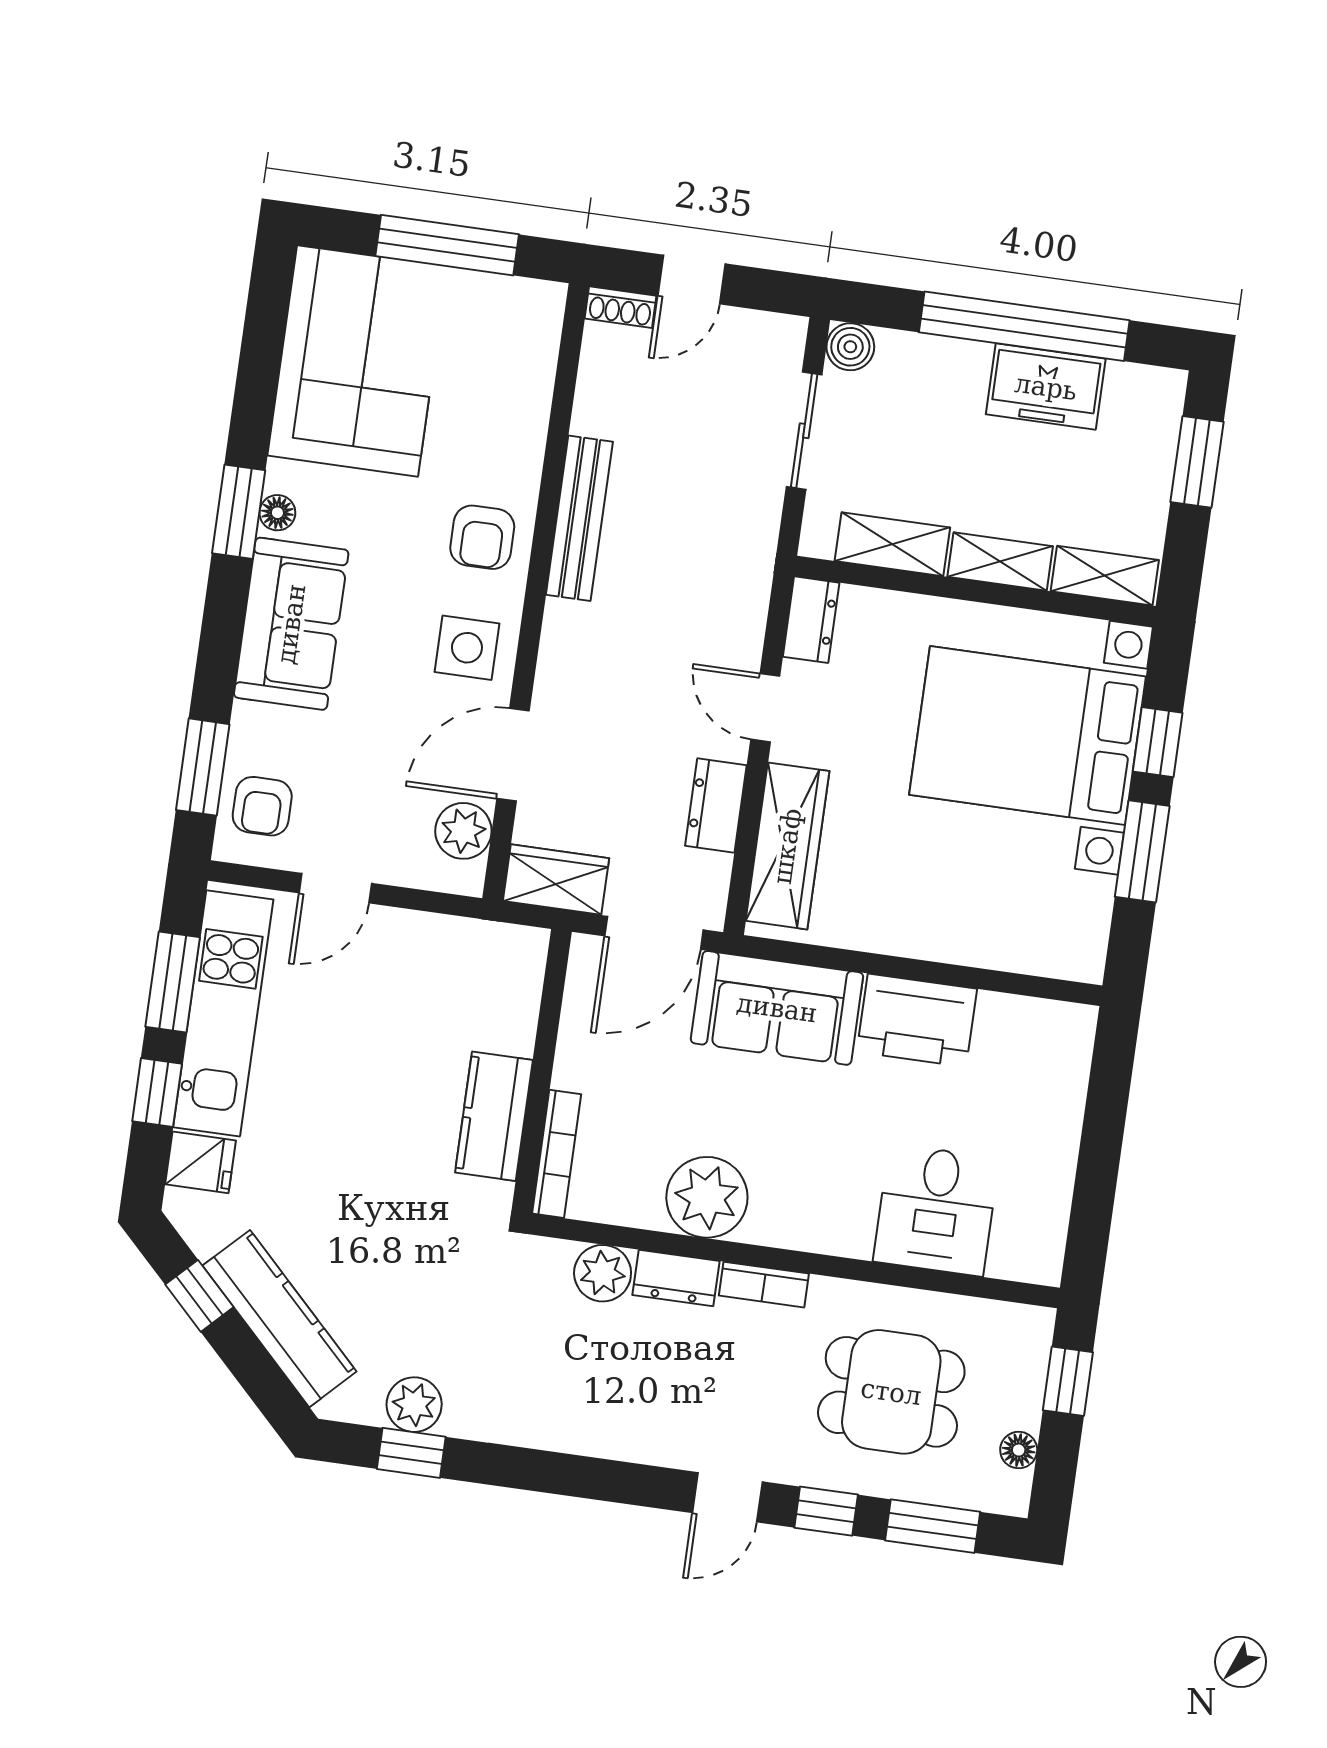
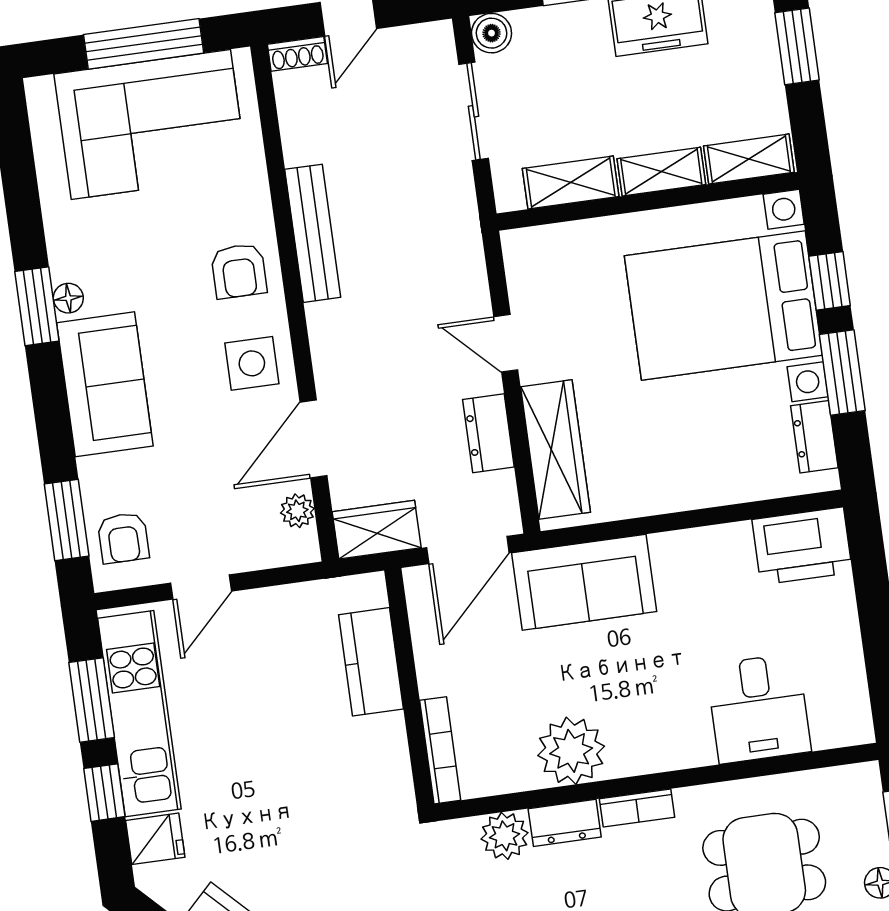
corner sofa: (357, 361) -> (151, 124), moved, turned 90
dresser: (811, 620) -> (814, 437), moved, turned 180
plant: (463, 831) -> (297, 511), width x0.73, depth x0.73
printer: (917, 1020) -> (802, 546), moved
kitchen counter: (494, 1116) -> (371, 662), moved

